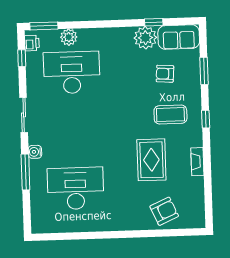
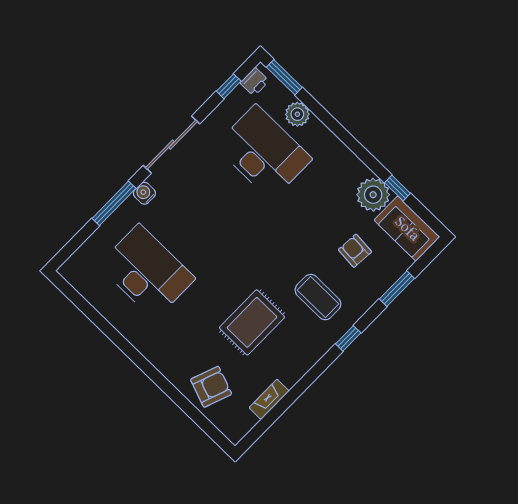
sliding door: (24, 115) -> (171, 145), width x1.37
fireplace: (197, 162) -> (269, 399), moved
armchair: (164, 211) -> (211, 387), turned -46

